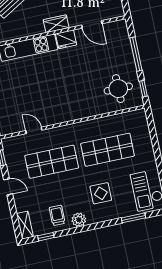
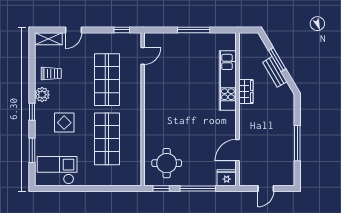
wardrobe: (56, 24) -> (246, 92), moved
fridge: (66, 39) -> (227, 178), moved, turned 90
door: (34, 130) -> (143, 56), moved
door: (8, 187) -> (74, 30), moved
window: (46, 237) -> (32, 112), moved

